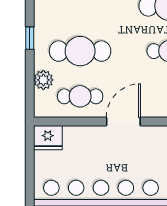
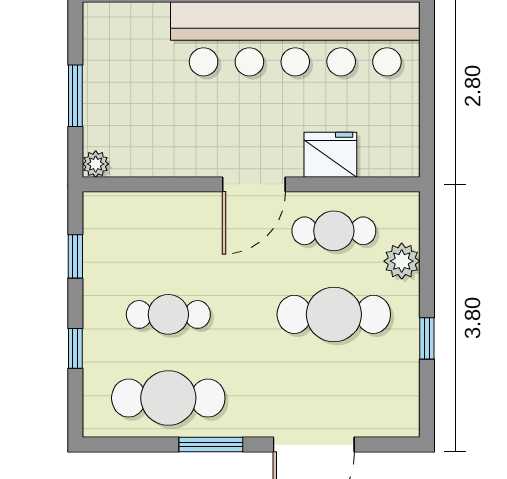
fridge: (48, 138) -> (330, 155), moved

